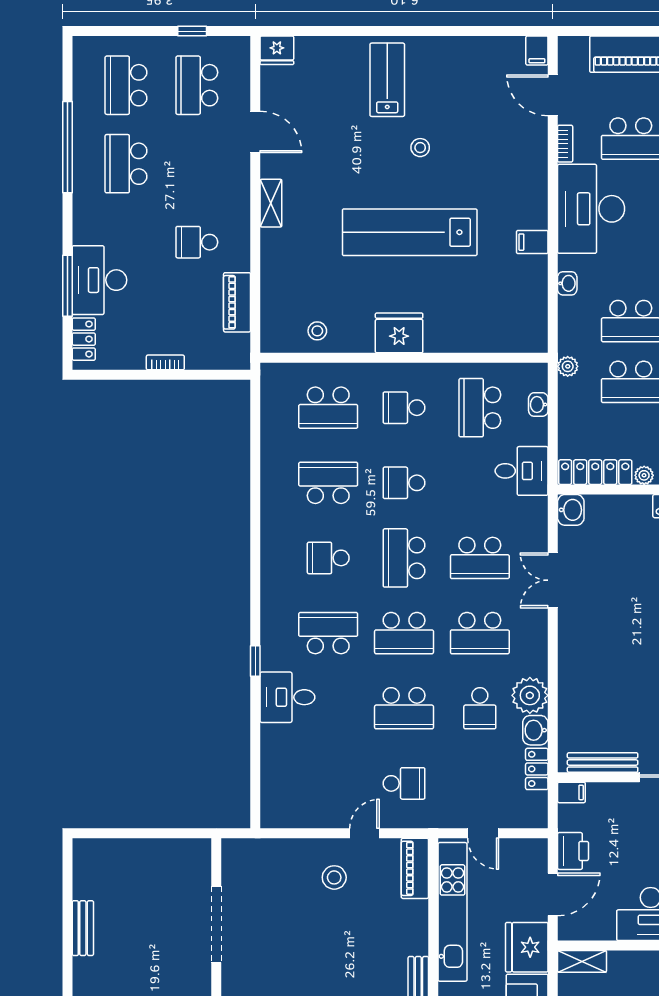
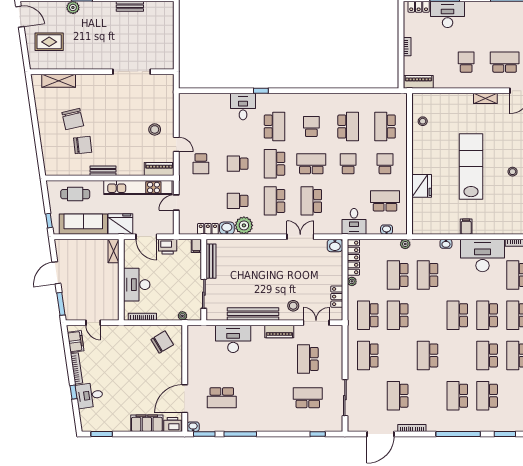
school desk: (126, 164) -> (505, 62), moved
piano: (237, 302) -> (419, 82), moved
fridge: (399, 333) -> (422, 186), moved
school desk: (404, 708) -> (238, 164), width x0.54

